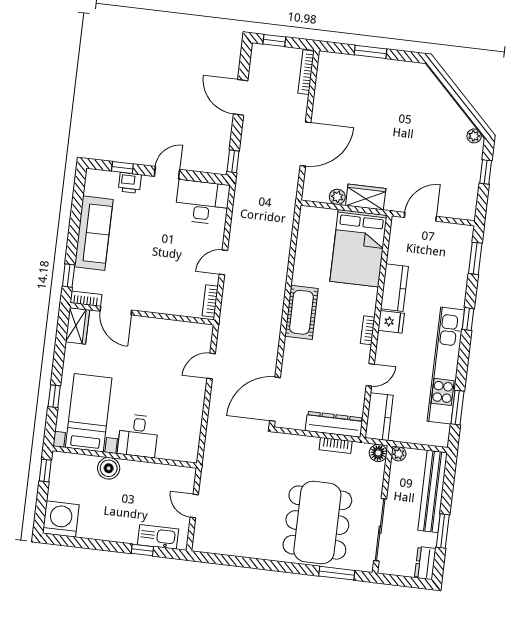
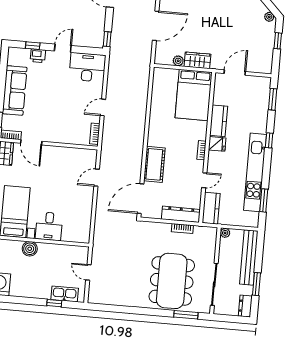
cot: (301, 312) -> (154, 164), moved
floor lamp: (378, 453) -> (211, 233), removed

